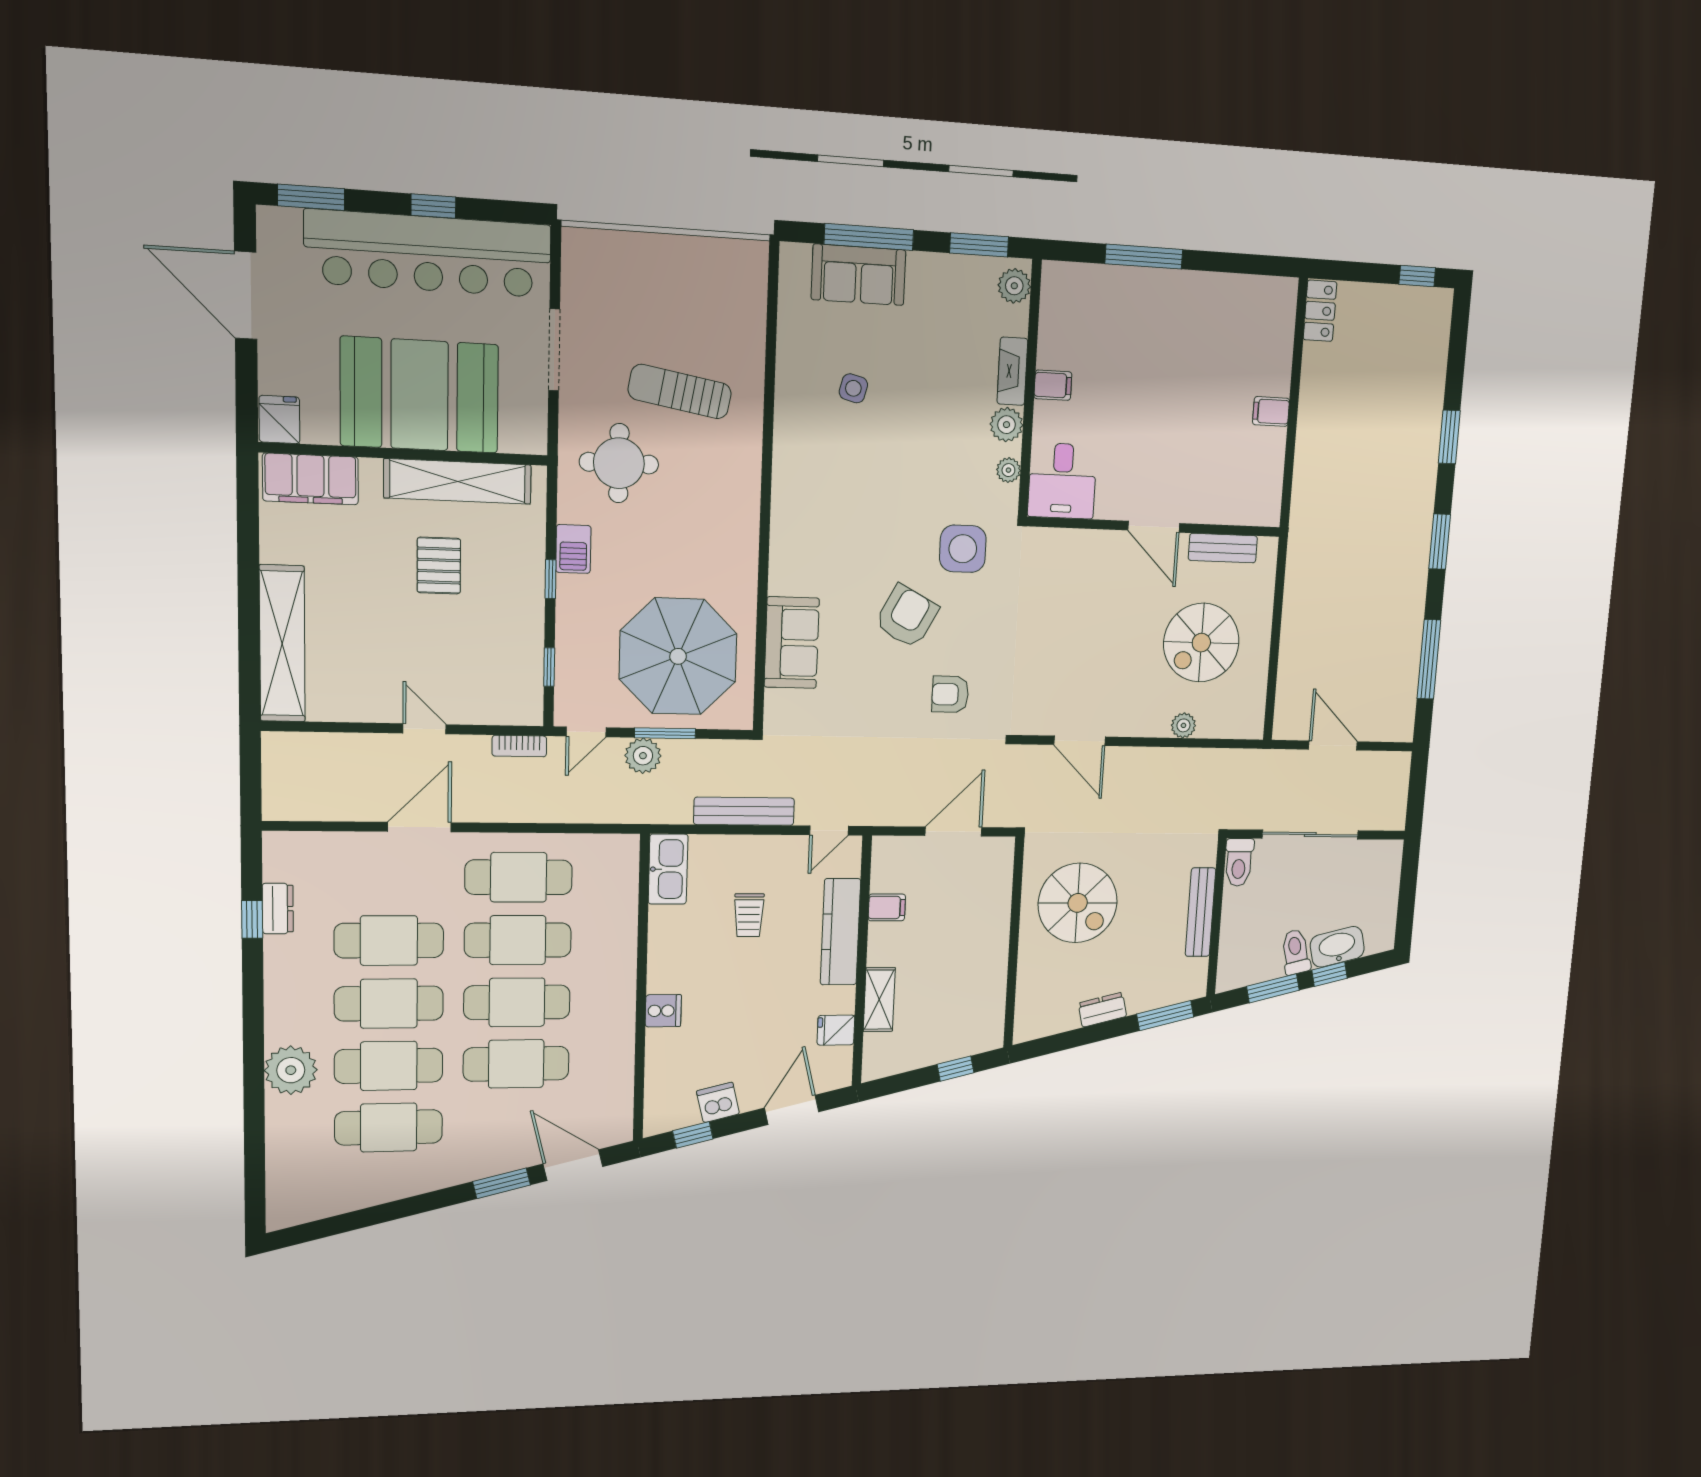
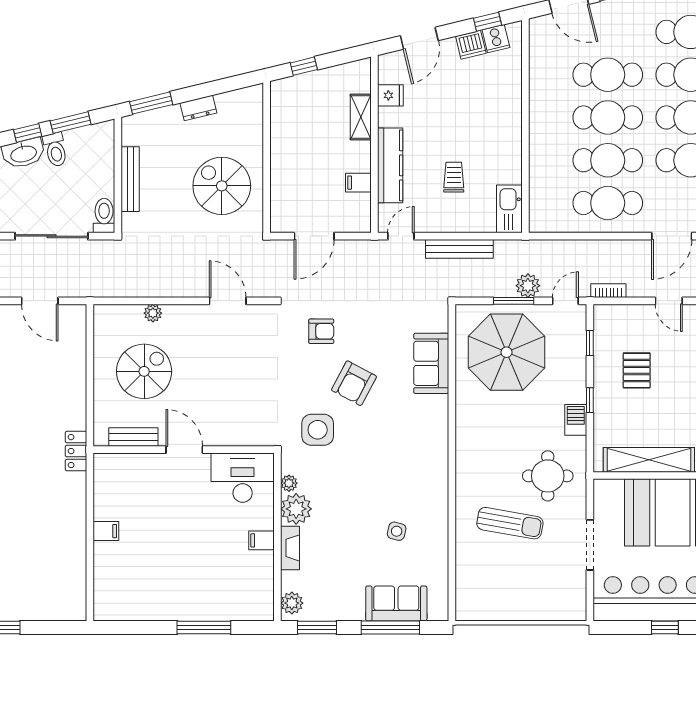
locker: (1320, 311) -> (76, 451), moved
plant: (1007, 425) -> (296, 509), width x1.36, depth x1.36
desk: (1062, 481) -> (243, 478), width x1.37
pallet: (439, 566) -> (637, 370), moved
cooker: (663, 1011) -> (496, 39), moved, turned -104

